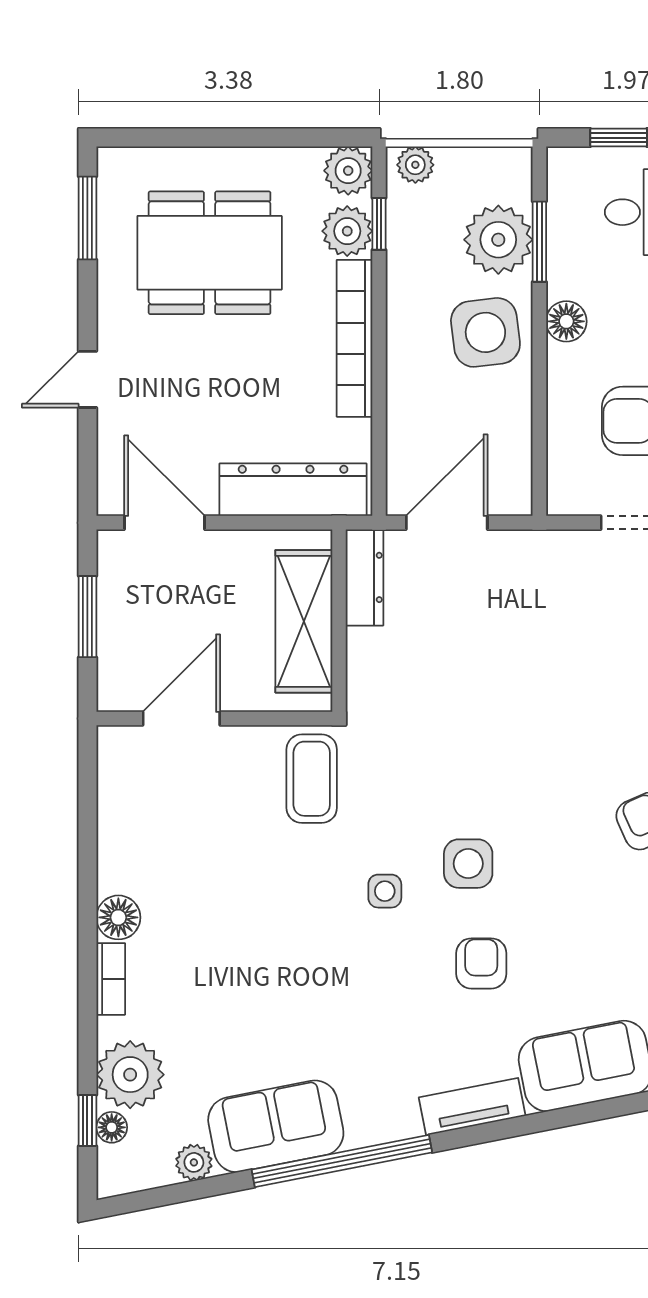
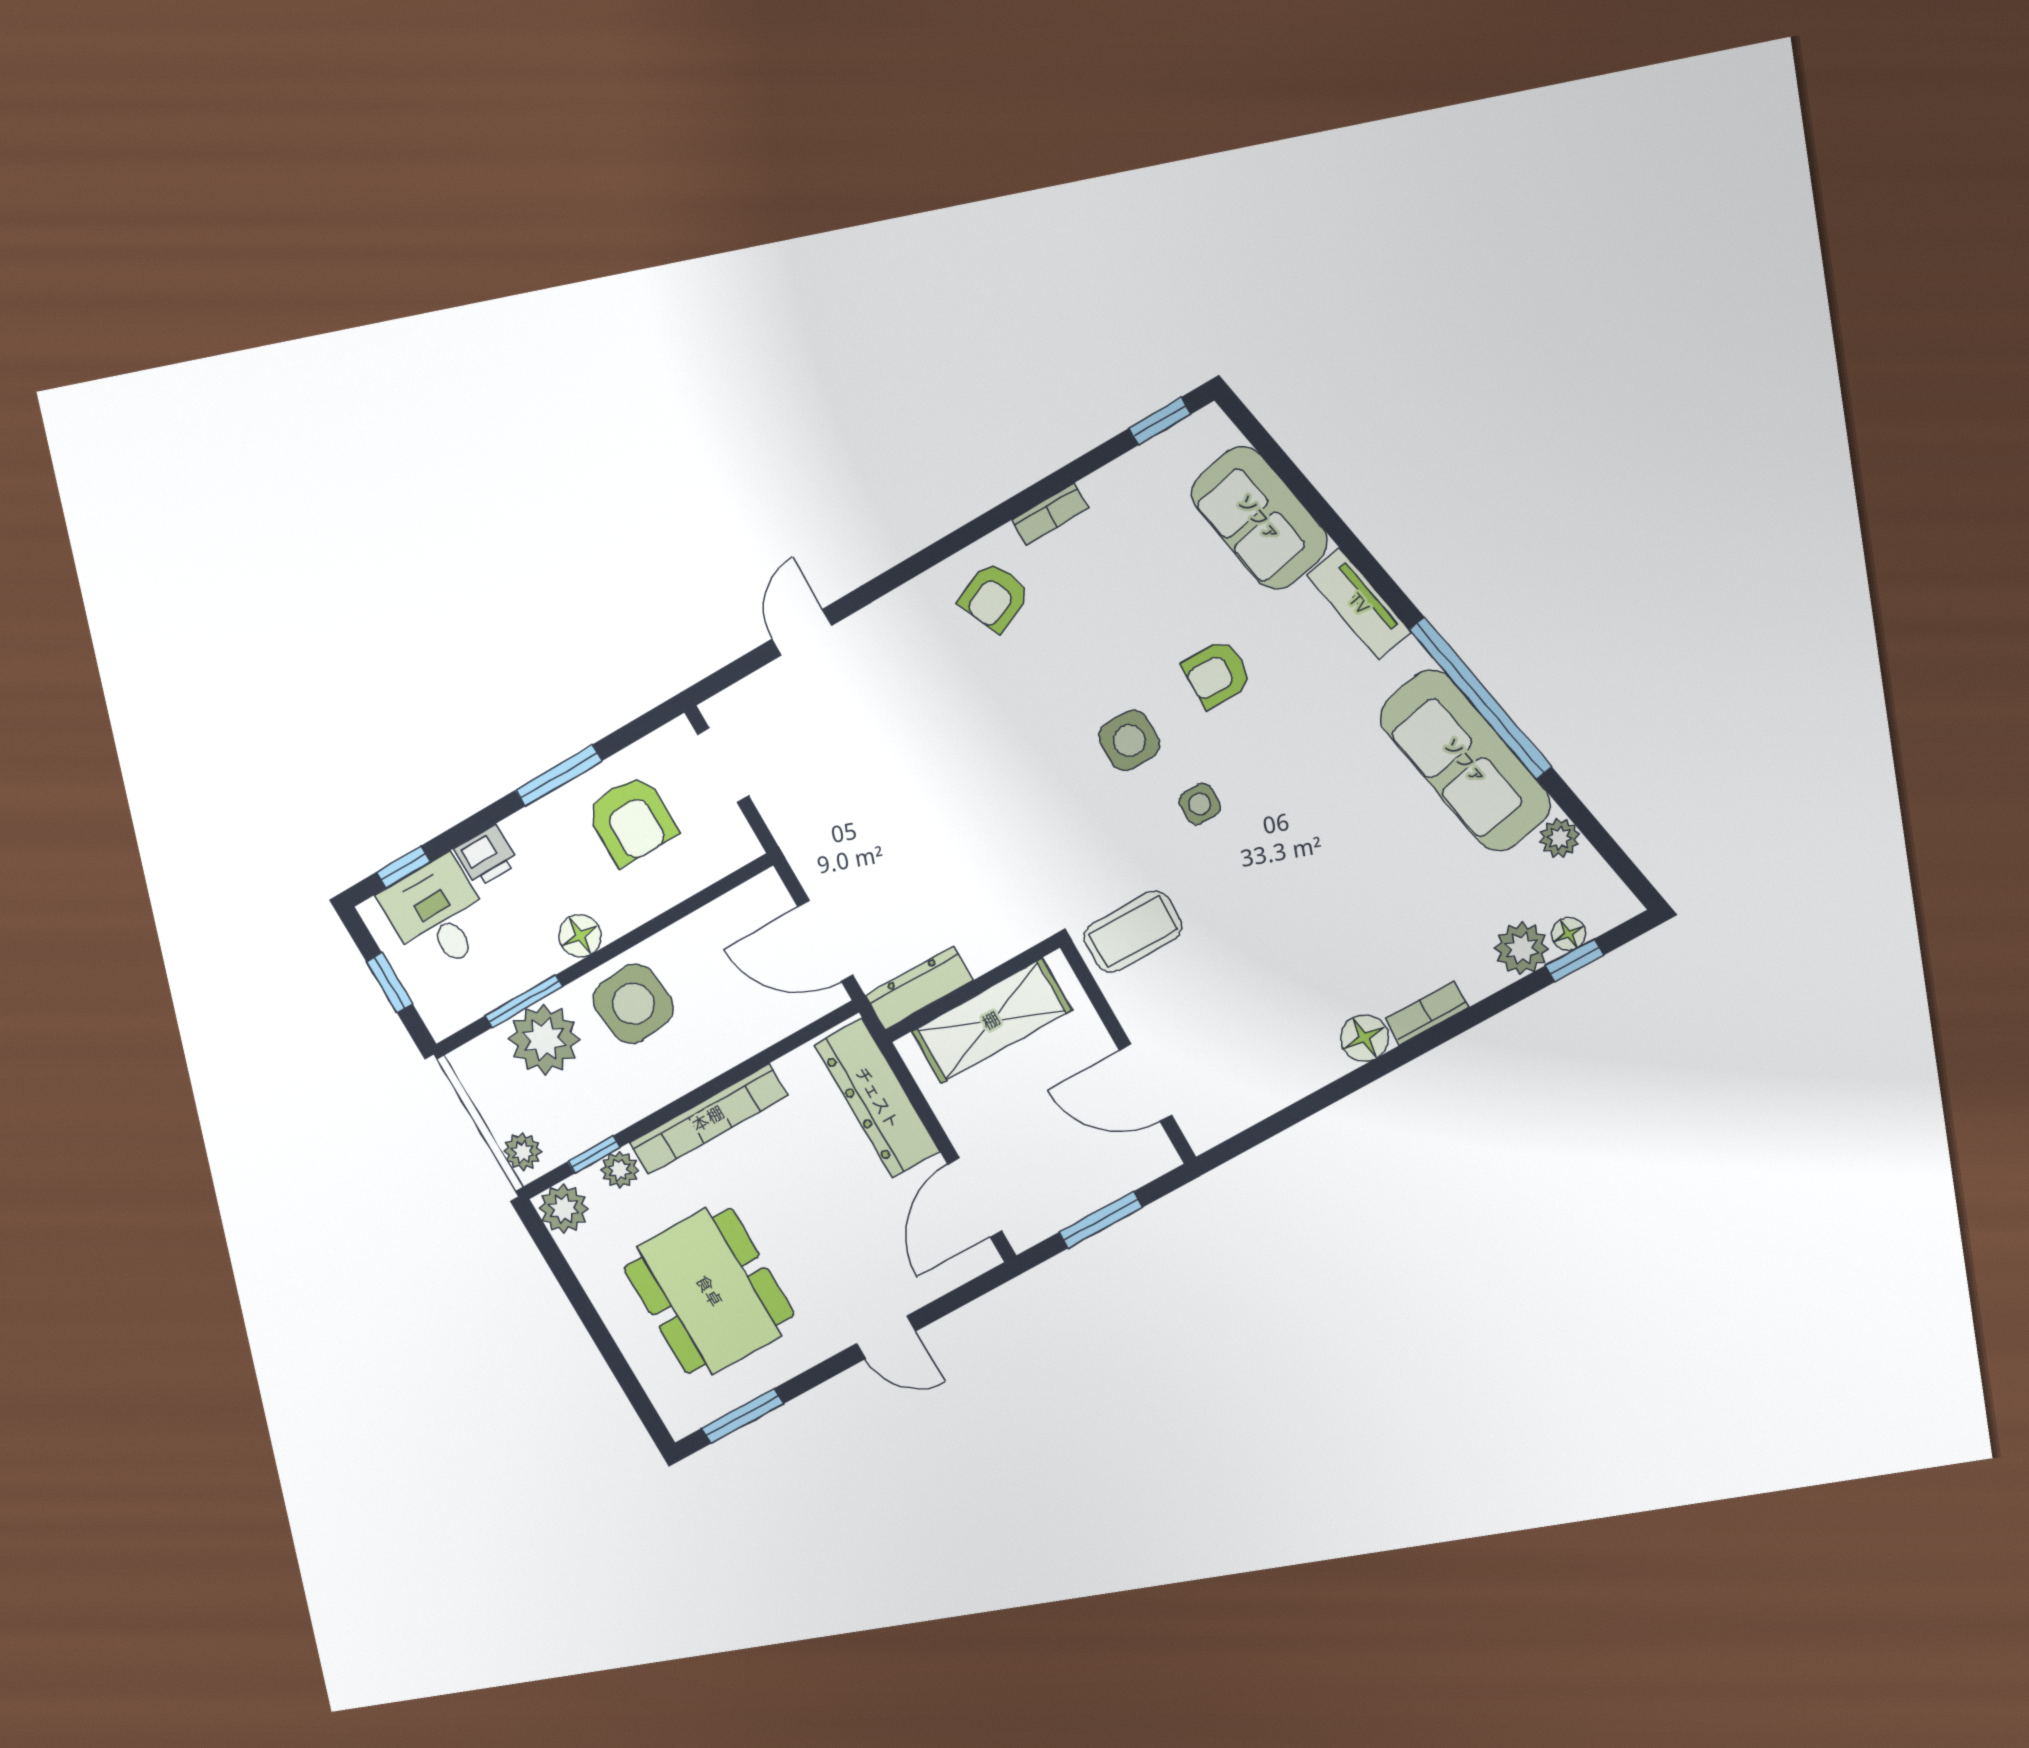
plant: (347, 231) -> (620, 1170), width x0.73, depth x0.73
plant: (130, 1075) -> (1522, 948), width x0.73, depth x0.73
sofa: (276, 1126) -> (1465, 761), width x1.36

